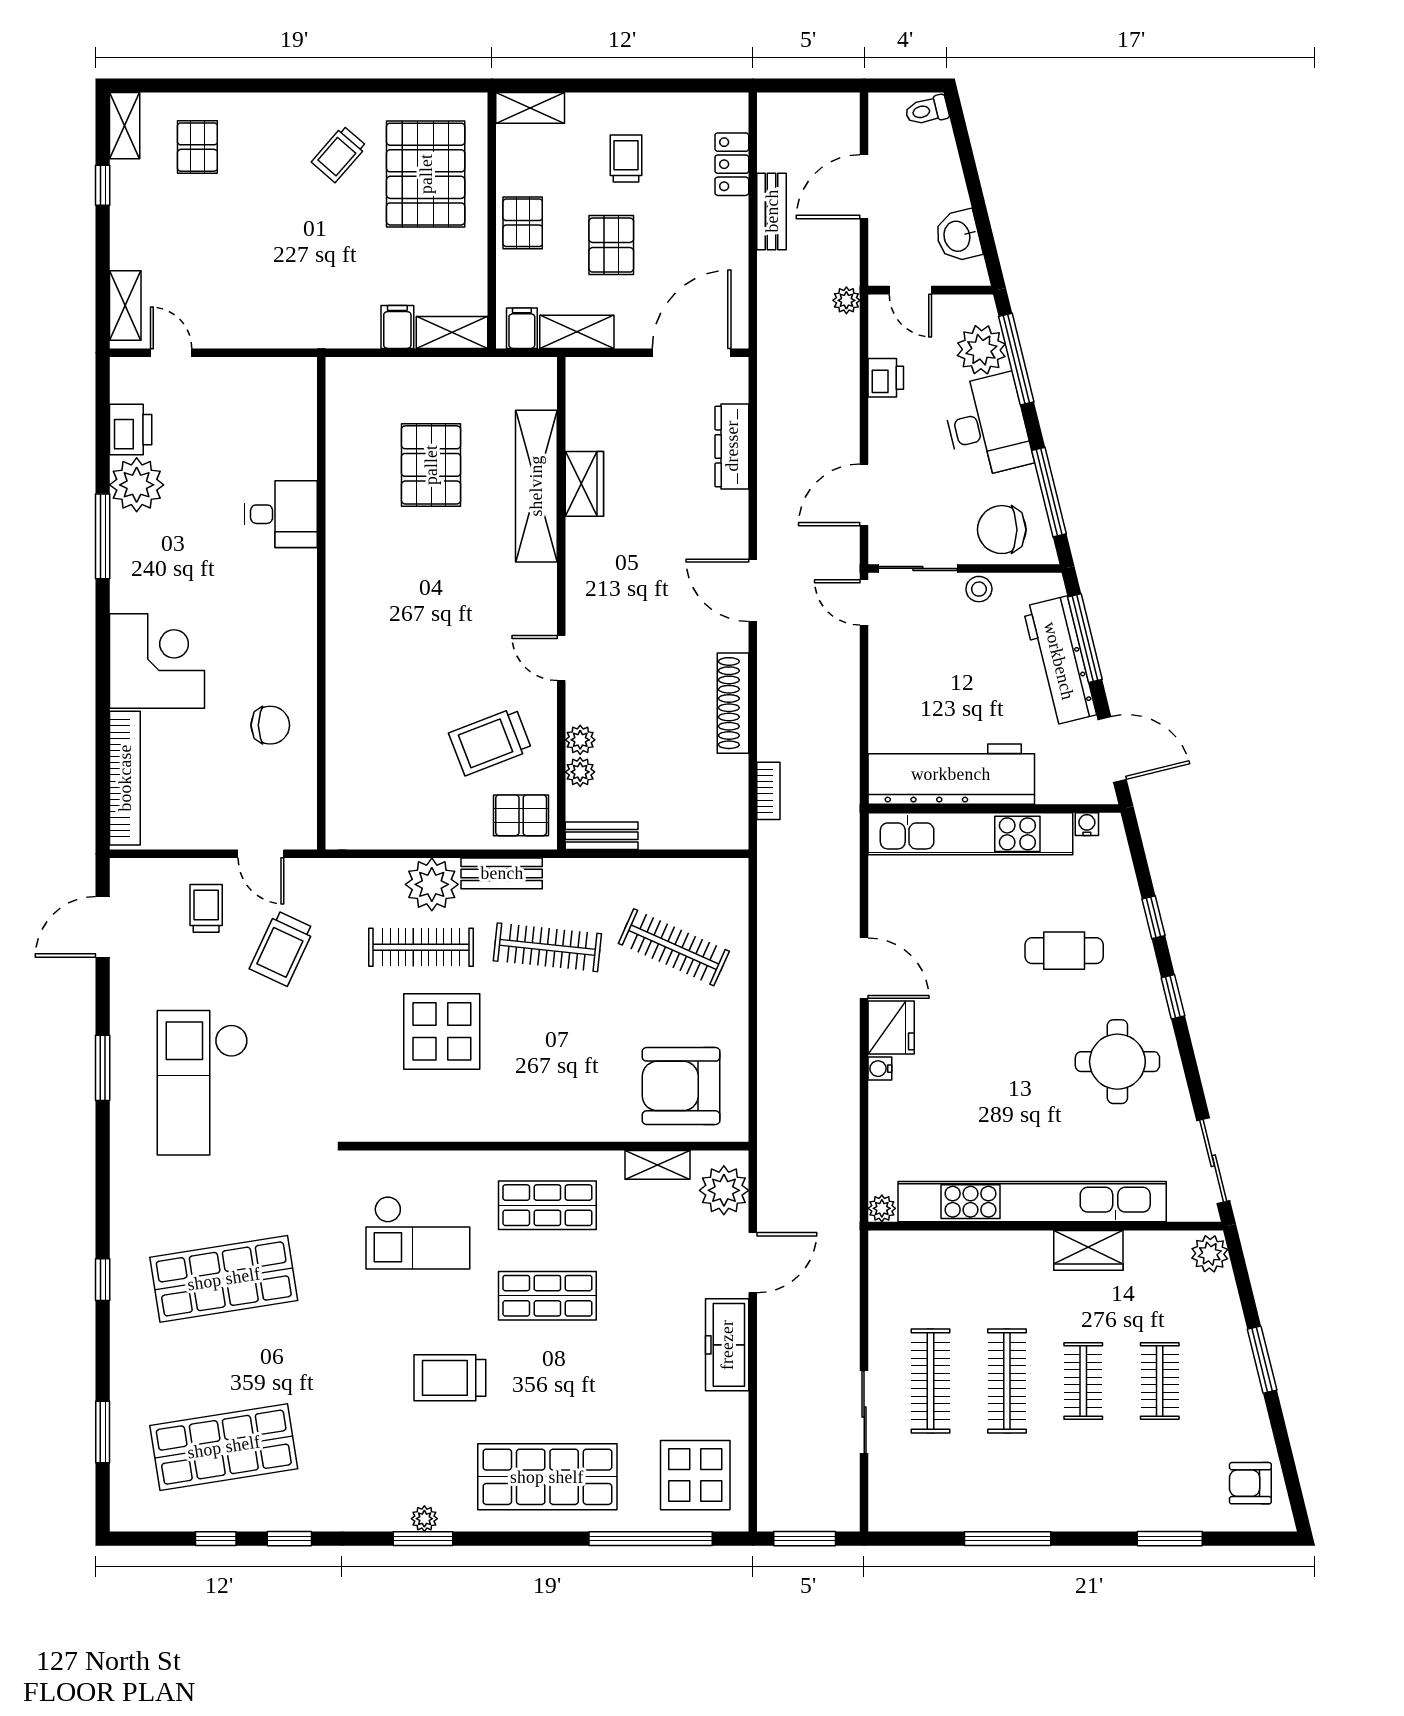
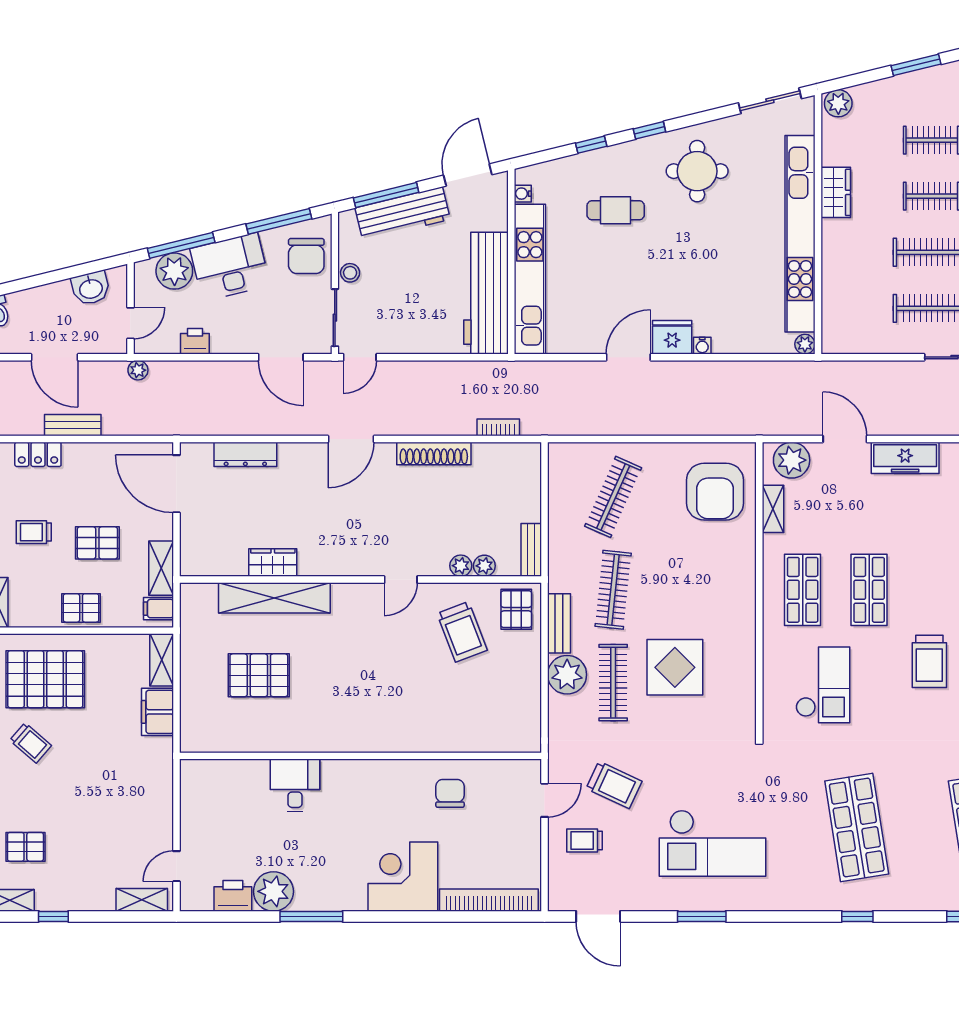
filing cabinet: (397, 327) -> (158, 712), width x2.00
cafe table: (1064, 951) -> (616, 210), turned 90

